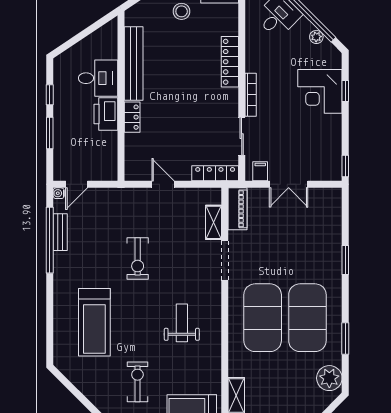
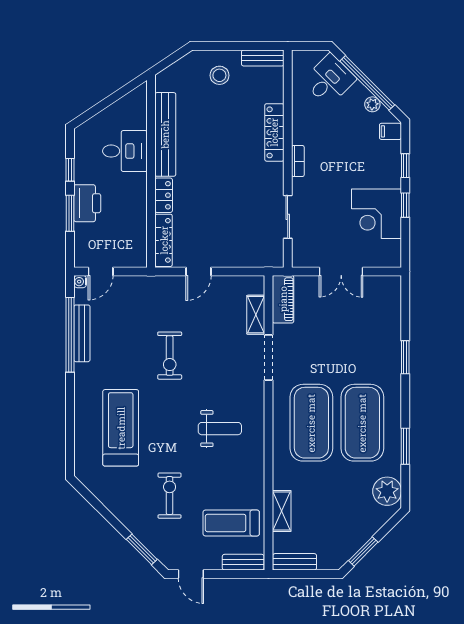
corner desk: (320, 91) -> (376, 214), moved
bookcase: (251, 95) -> (298, 161), width x0.64
printer: (106, 114) -> (87, 203), moved, turned 180
window: (345, 166) -> (405, 205), moved
filing cabinet: (260, 171) -> (390, 131), moved, turned -90
locker: (215, 173) -> (164, 240), moved, turned 90
door: (163, 184) -> (198, 271), swing flipped
bench: (60, 232) -> (82, 333), width x1.36
treadmill: (94, 322) -> (121, 428), turned 180
weight bench: (182, 323) -> (220, 429), turned 90

